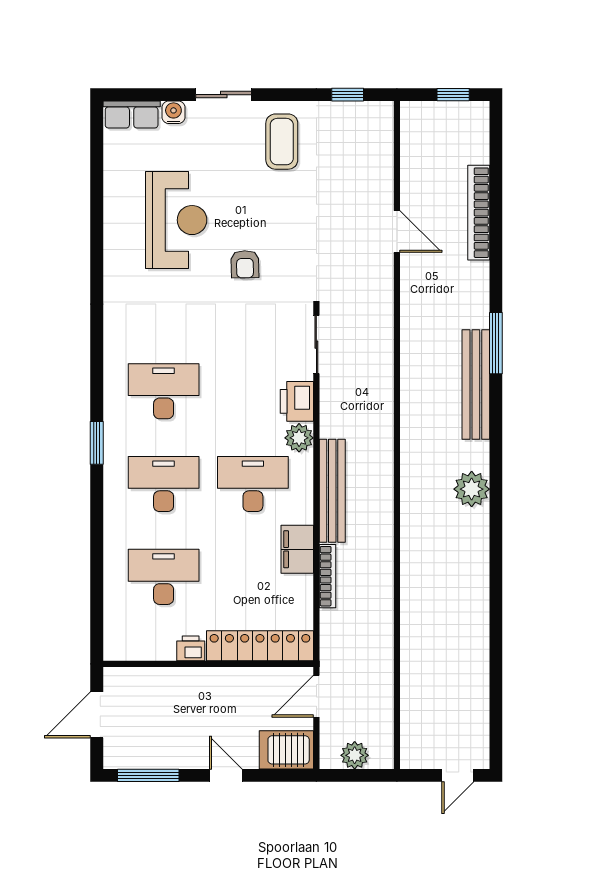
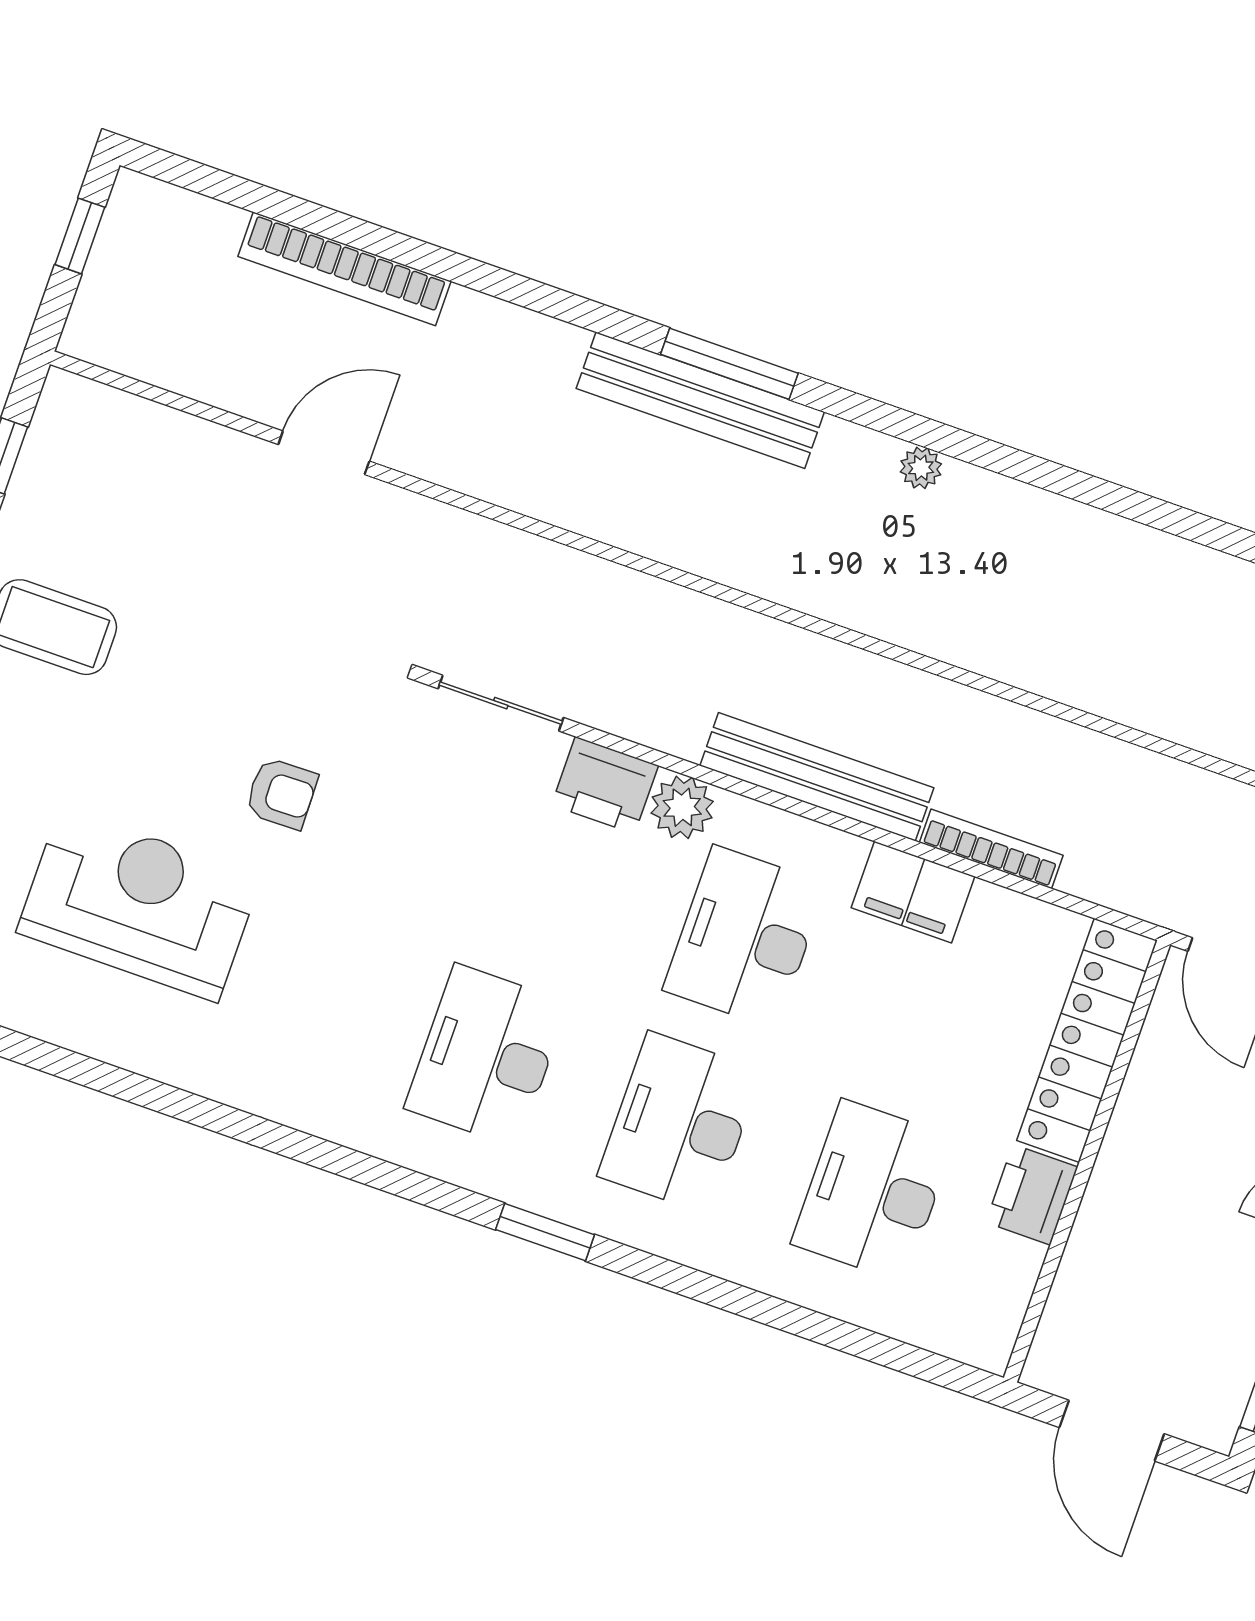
window: (496, 343) -> (729, 364), moved
plant: (472, 489) -> (921, 468), width x0.53, depth x0.53
printer: (191, 648) -> (1032, 1195), width x1.36, depth x1.24

